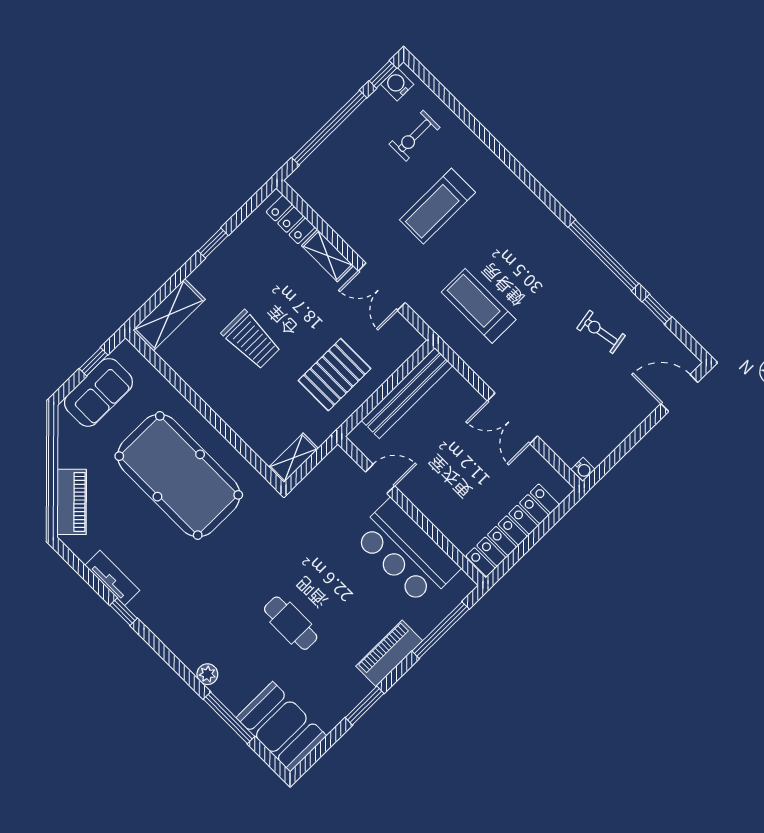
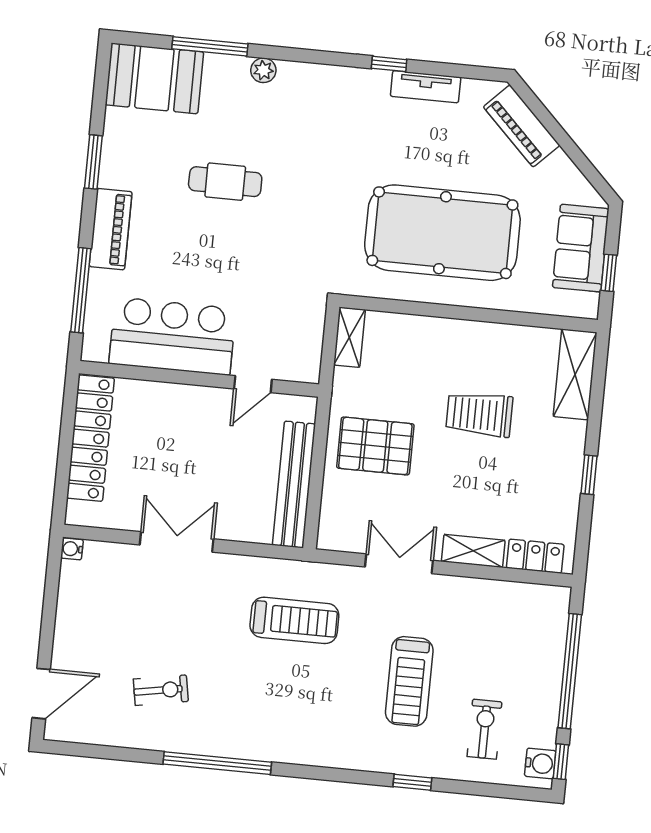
treadmill: (437, 206) -> (409, 681), turned 180
window: (657, 309) -> (412, 782), moved
pallet: (335, 375) -> (375, 446), turned 90

